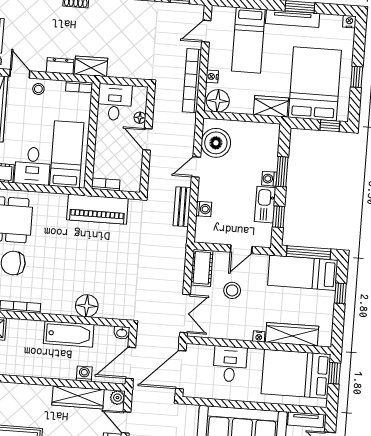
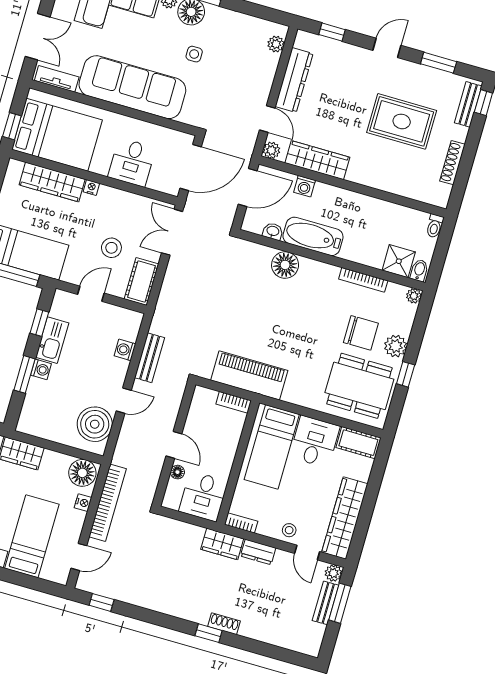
washbasin: (122, 333) -> (273, 231), moved

